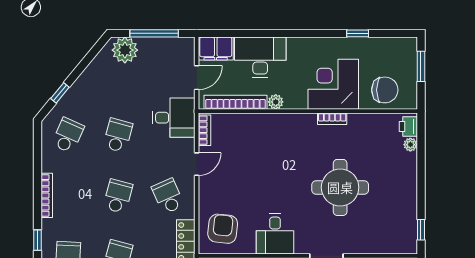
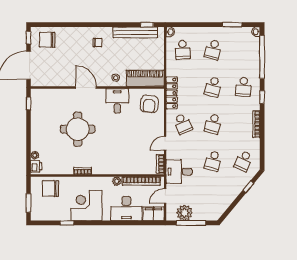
plant: (125, 50) -> (184, 213), moved
corner desk: (333, 84) -> (86, 205), moved, turned 180

